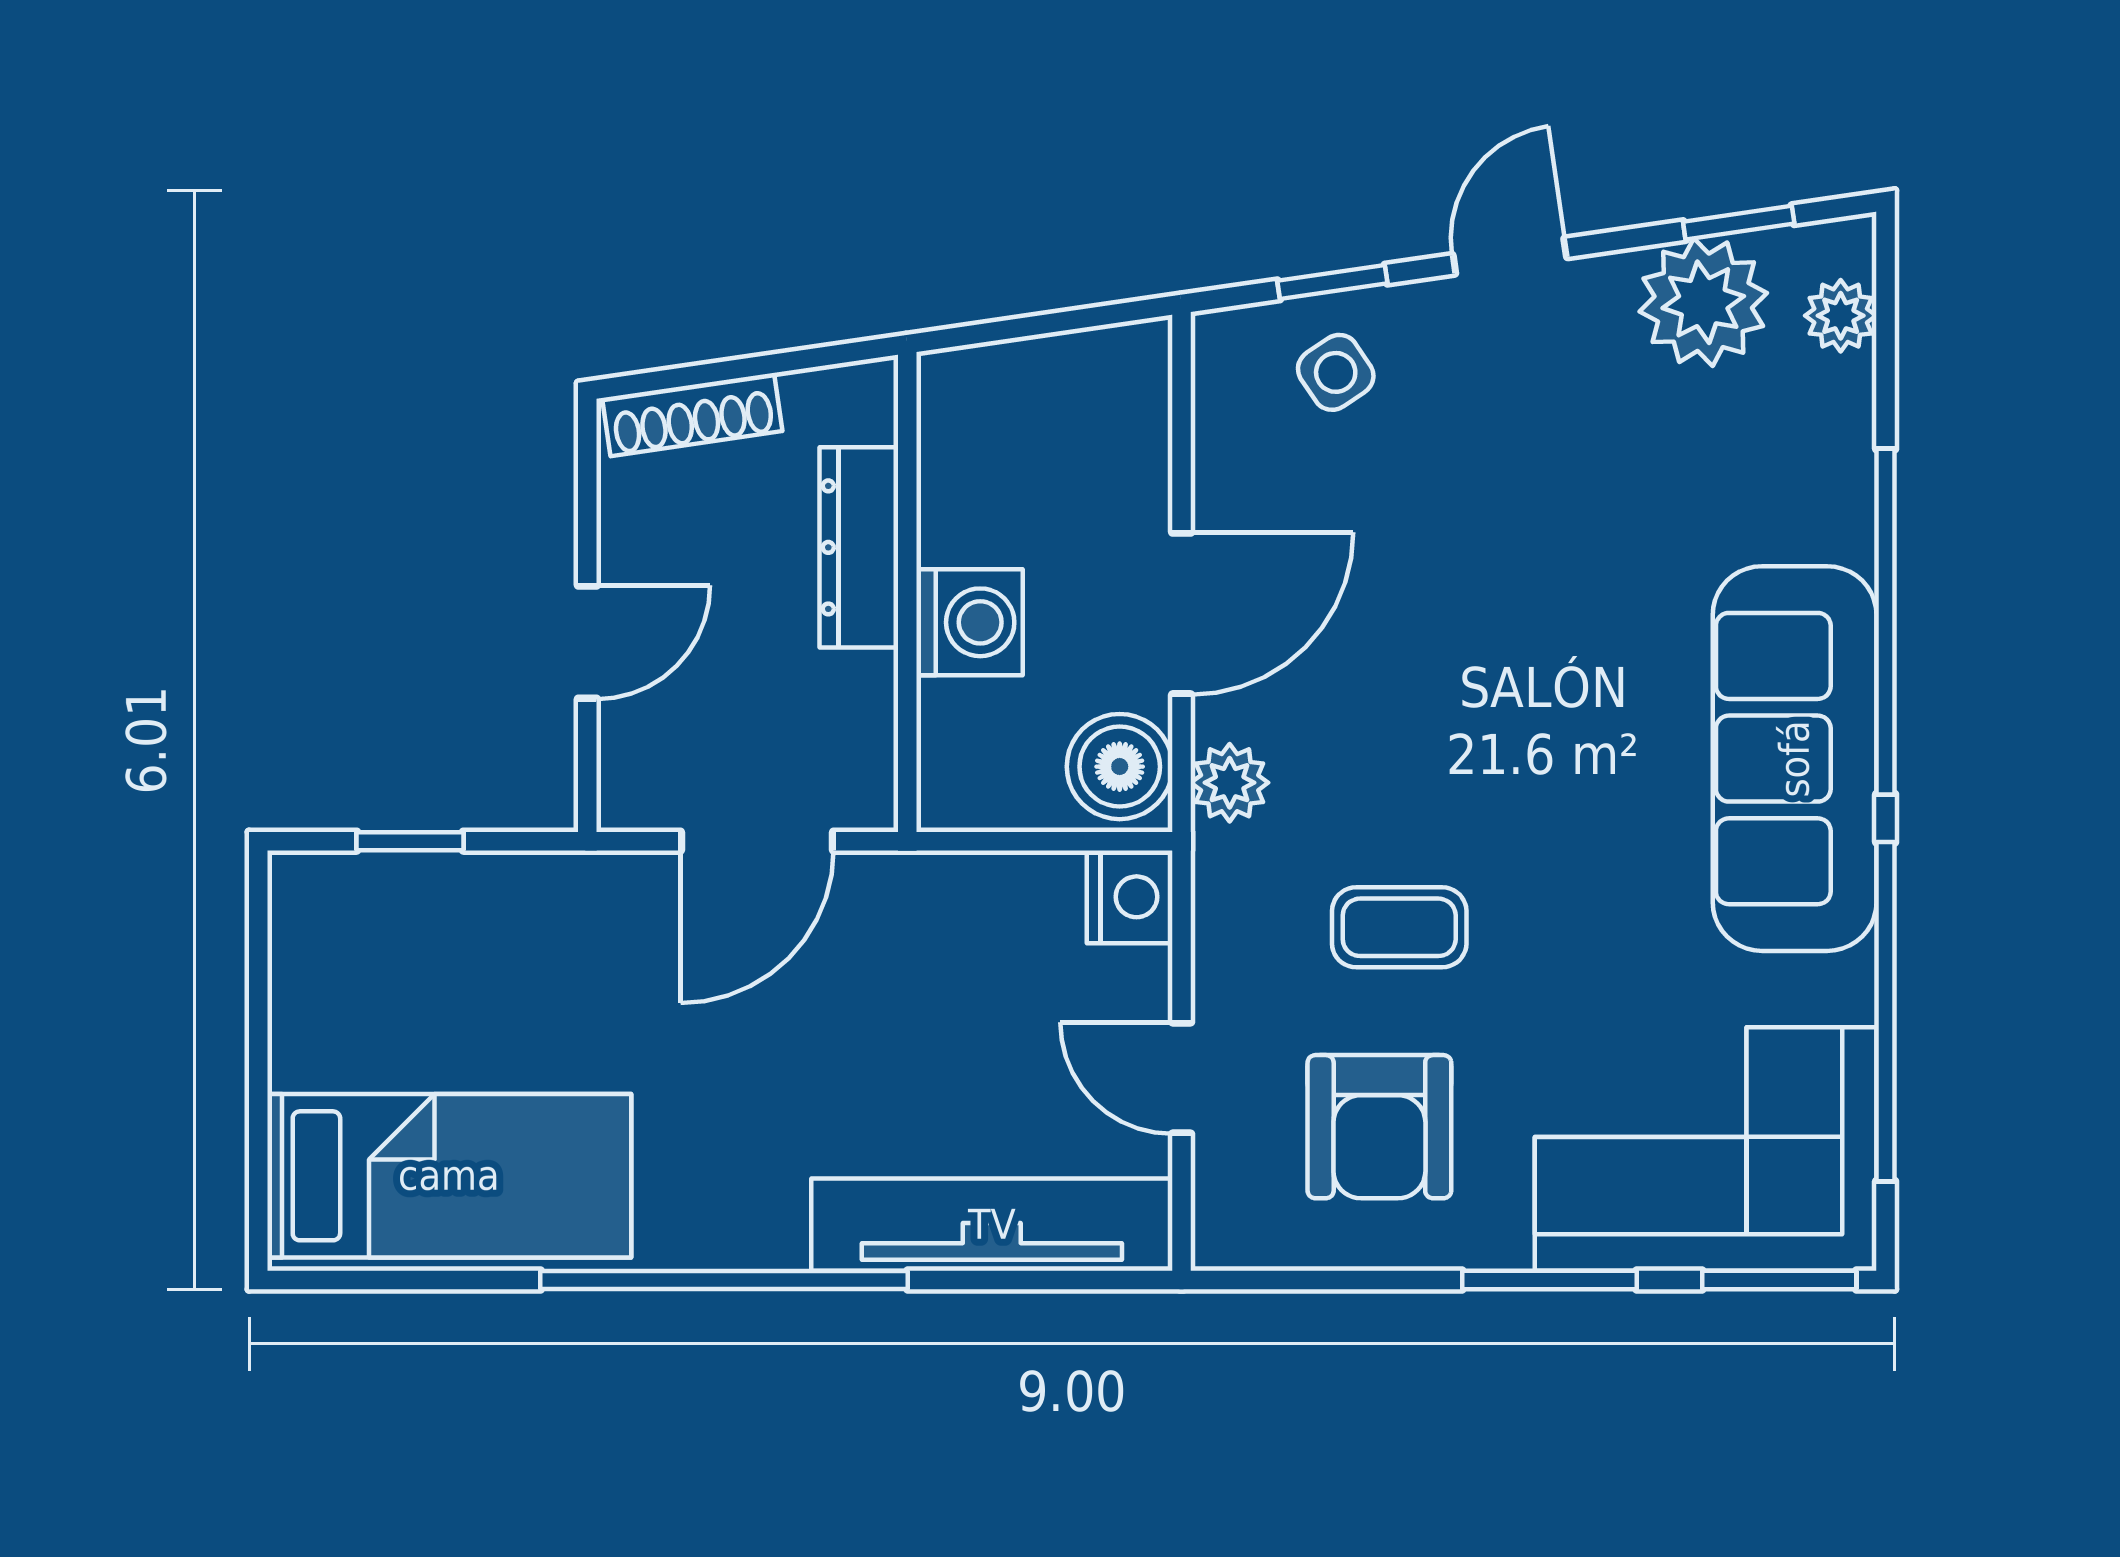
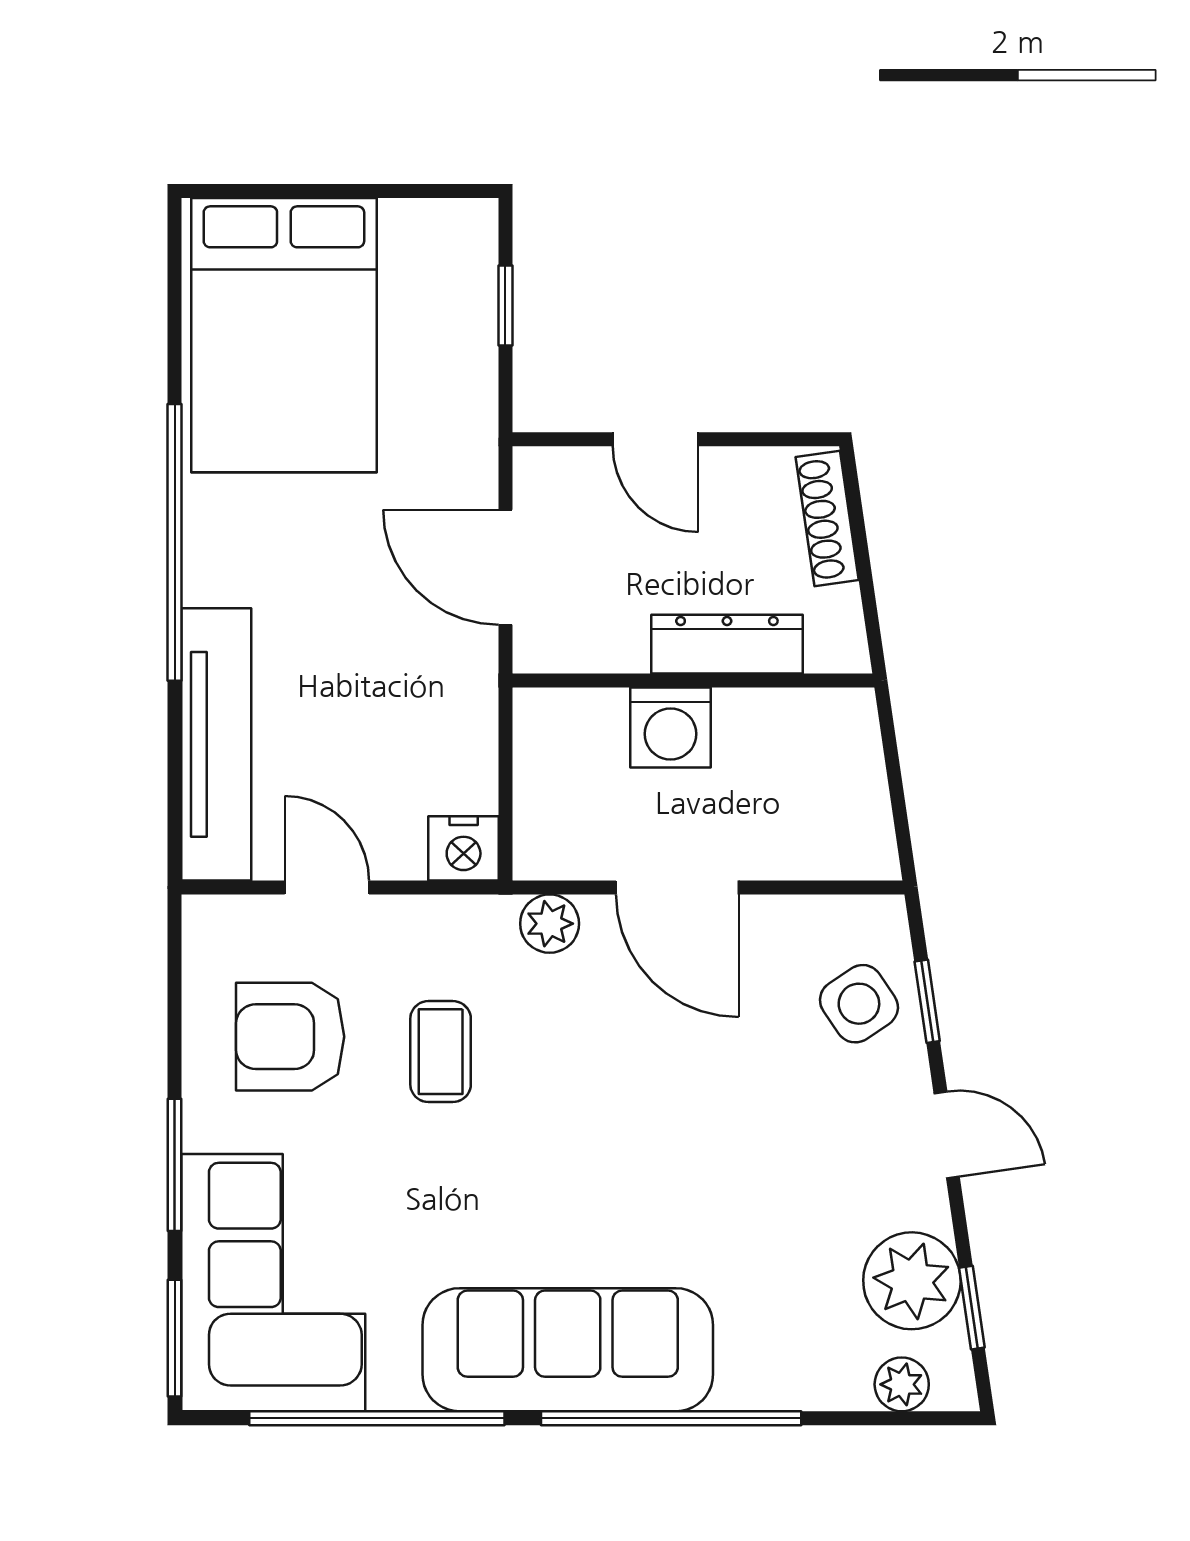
side table: (1336, 372) -> (859, 1004), width x1.37, depth x1.37
boiler: (1120, 767) -> (562, 841), removed
door: (1182, 1078) -> (327, 887), hinge flipped
bed: (449, 1176) -> (284, 335), width x1.50

